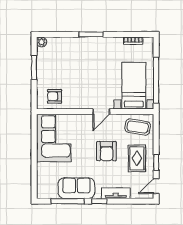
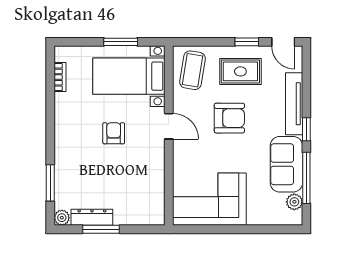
window: (91, 34) -> (50, 183), moved
dresser: (42, 62) -> (92, 217), added
window: (156, 80) -> (121, 42), width x0.47
armchair: (55, 96) -> (114, 133), moved, turned 180
plant: (52, 193) -> (294, 202), added
tv unit: (116, 193) -> (294, 104), width x1.41

